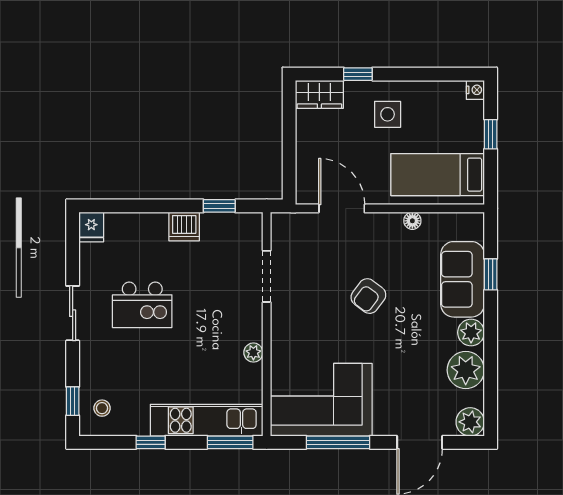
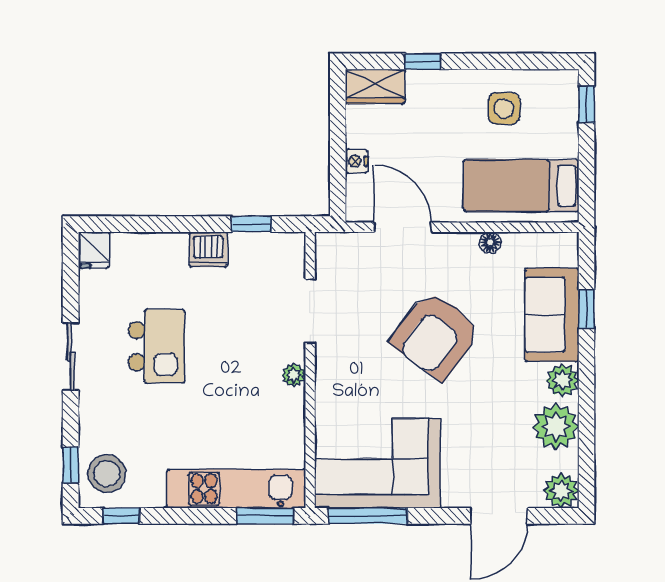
nightstand: (475, 90) -> (357, 161), moved, turned 180
side table: (388, 114) -> (504, 109), moved
window: (491, 134) -> (587, 104), moved
armchair: (368, 296) -> (436, 335), width x1.88, depth x1.88
kitchen island: (142, 305) -> (157, 346), turned -90
plant: (253, 353) -> (294, 375), moved
stool: (102, 408) -> (107, 474), width x1.89, depth x1.89
window: (151, 442) -> (121, 516), moved
window: (338, 442) -> (368, 516), moved

